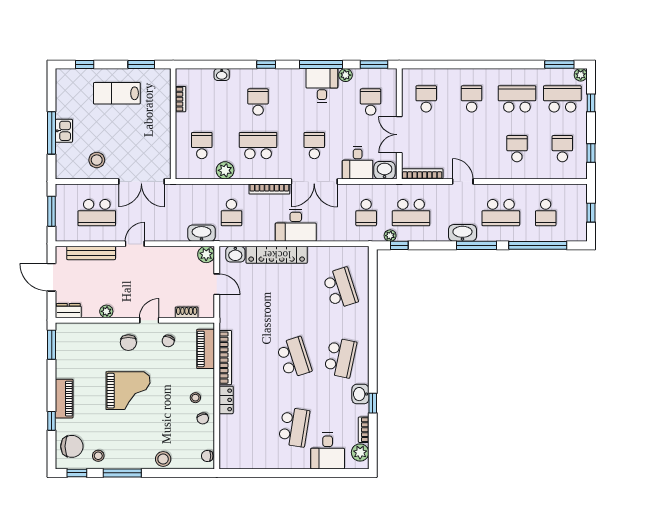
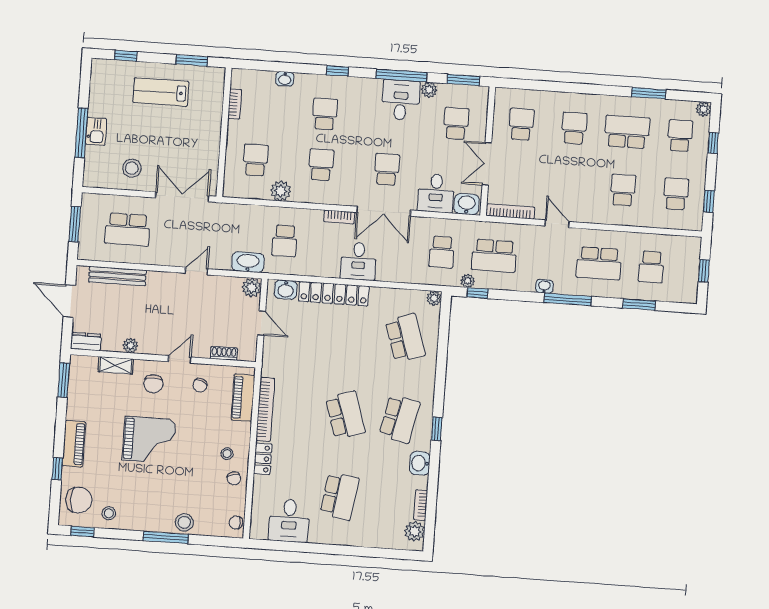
window: (559, 65) -> (649, 93), moved
school desk: (562, 99) -> (680, 136), width x0.54
school desk: (258, 146) -> (321, 165), width x0.54
double door: (141, 181) -> (182, 197), swing flipped
bookcase: (269, 189) -> (339, 217), width x0.64
desk: (296, 225) -> (358, 261), width x0.73
washbasin: (462, 233) -> (544, 286), width x0.52, depth x0.69
door: (135, 244) -> (196, 271), moved
window: (538, 245) -> (639, 305), width x0.47
plant: (362, 252) -> (434, 298), added
shelving: (95, 329) -> (116, 365), added
window: (373, 403) -> (437, 429), moved
desk: (328, 451) -> (289, 521), moved
window: (122, 473) -> (166, 537), moved

